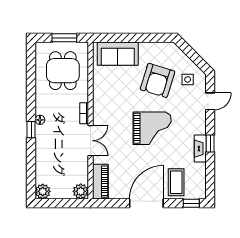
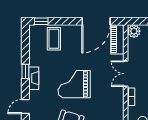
fireplace: (200, 149) -> (34, 78), moved
door: (146, 203) -> (96, 21), moved

